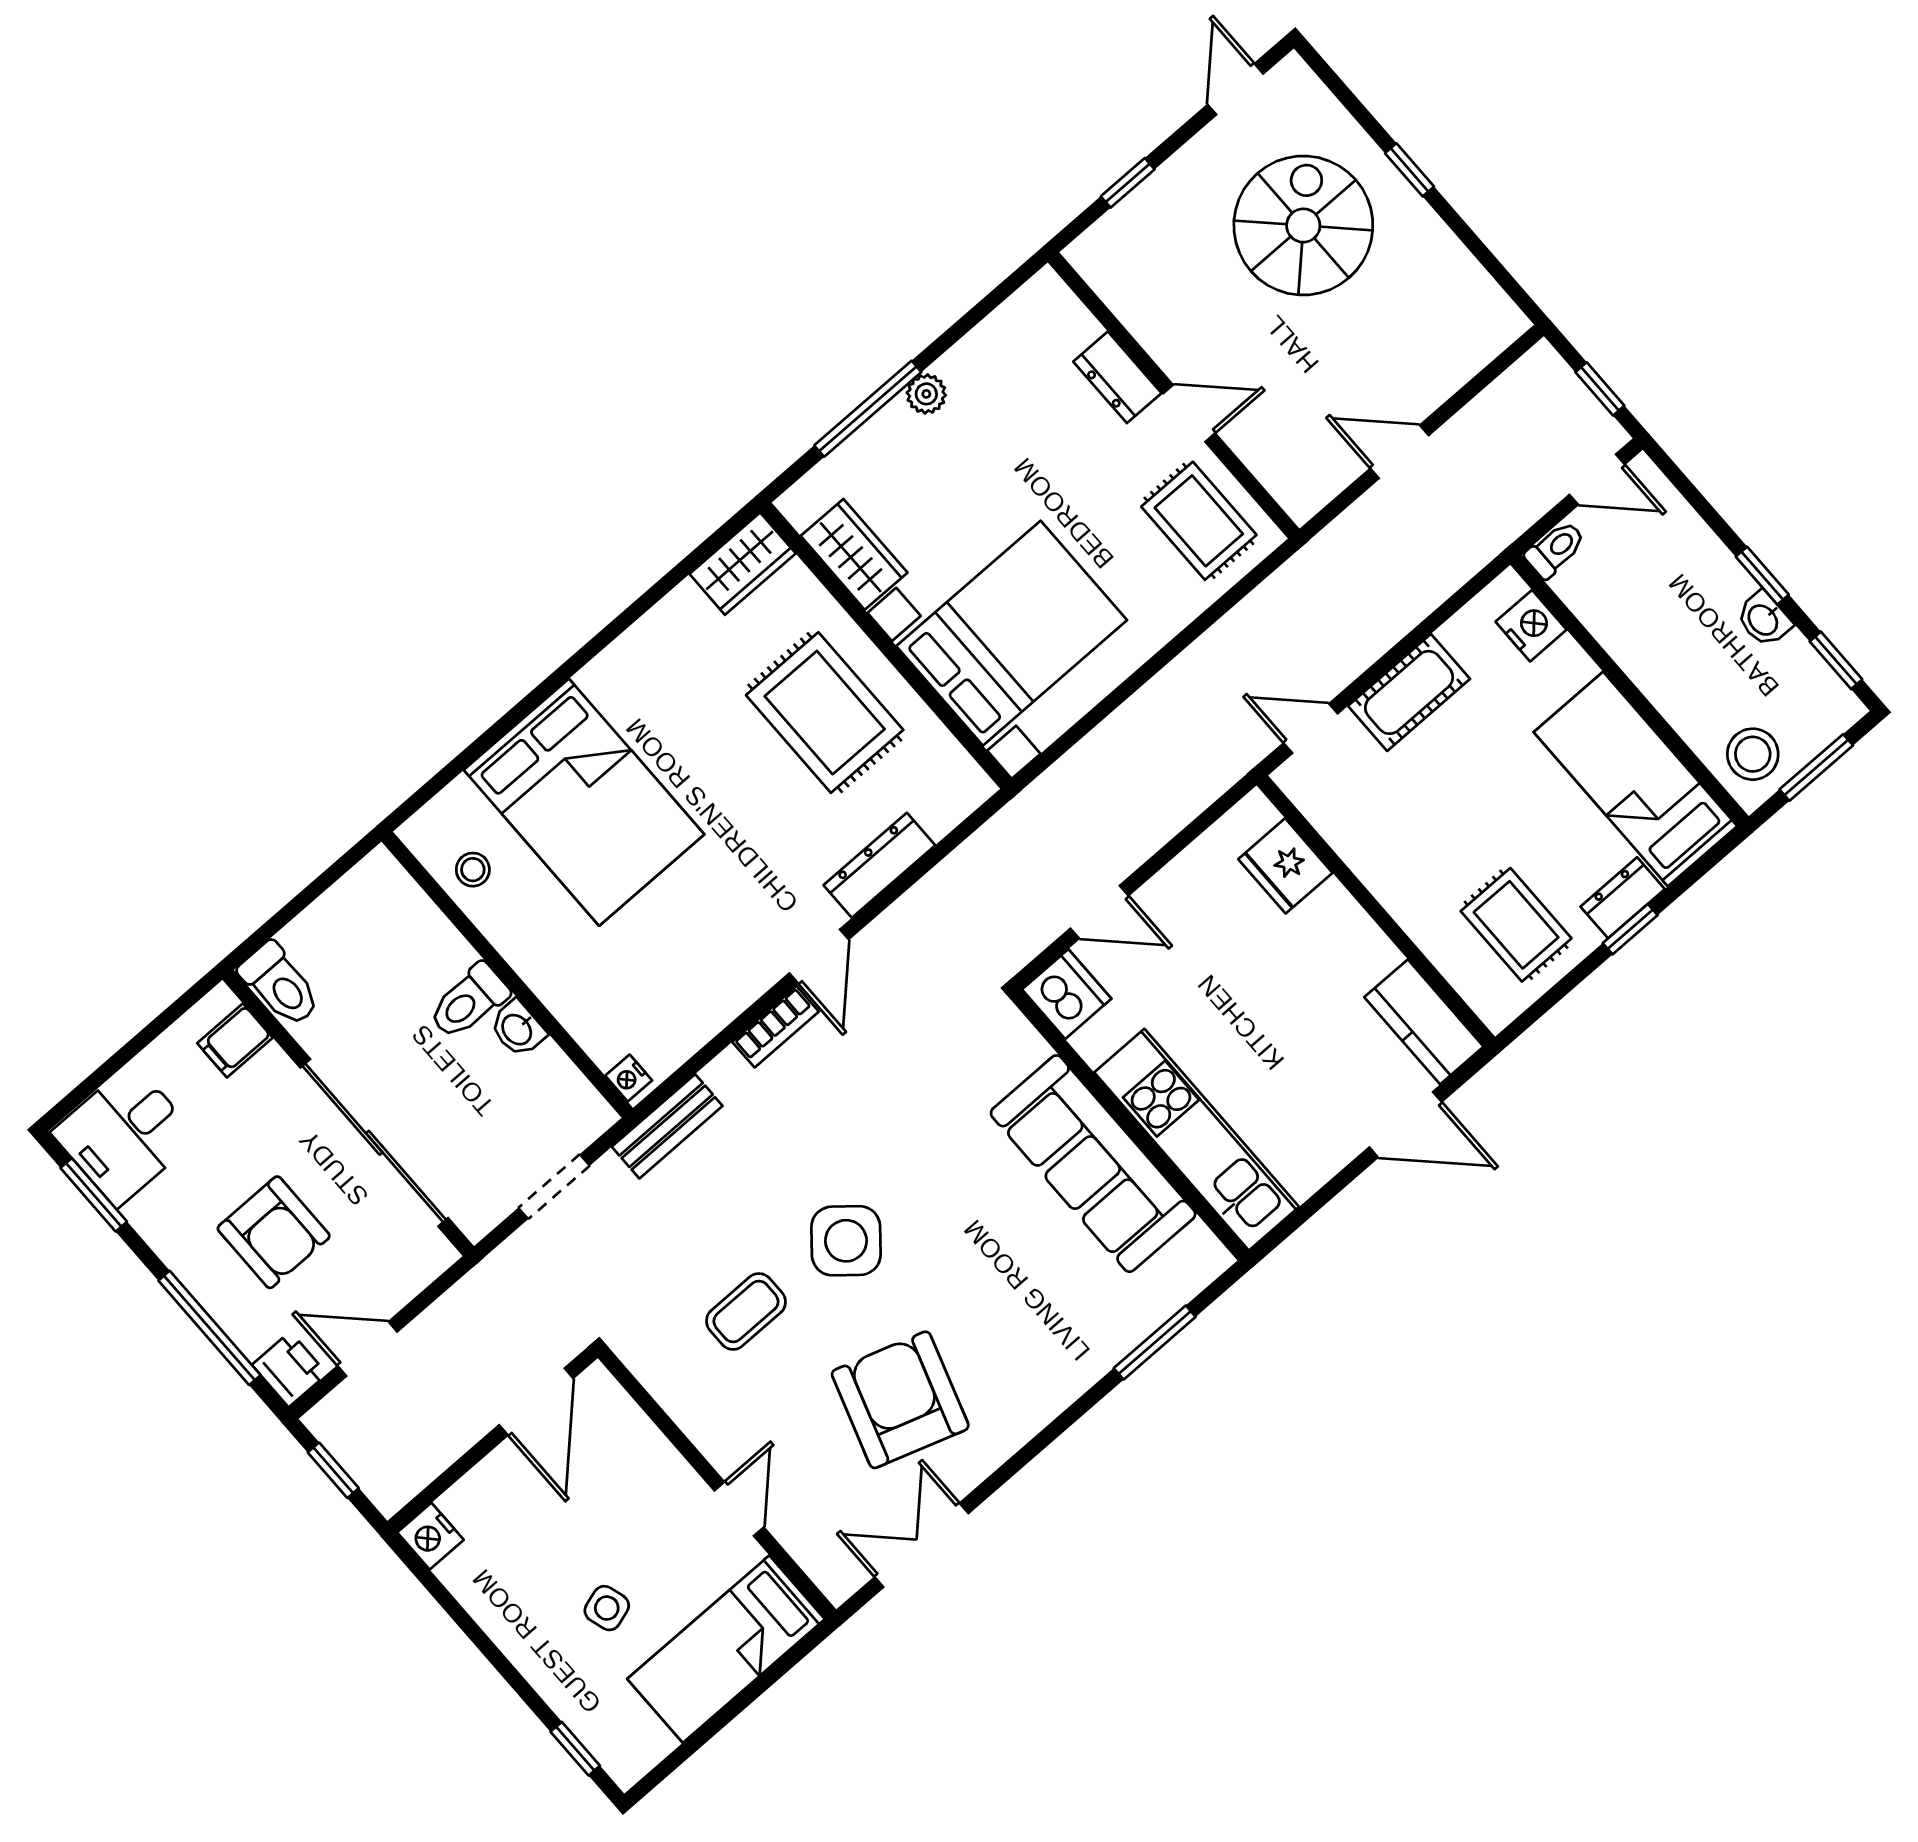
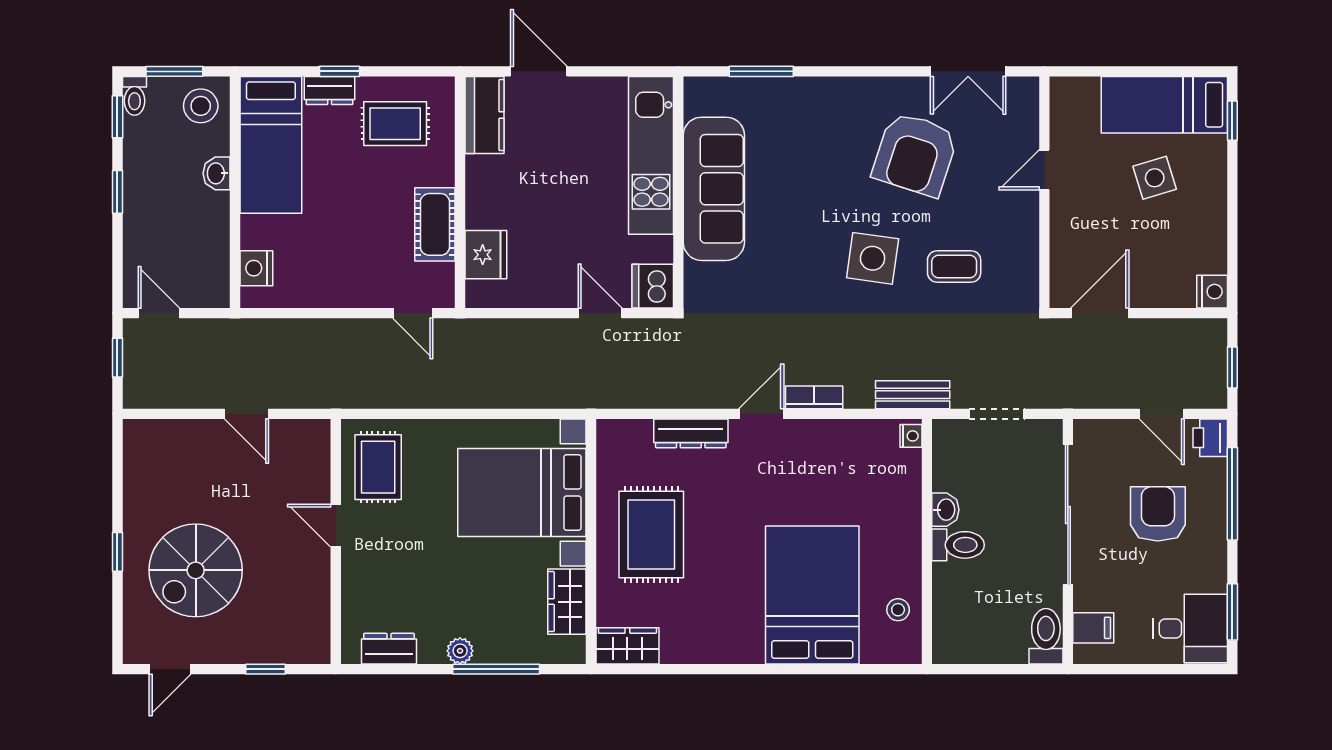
dresser: (1117, 377) -> (389, 649), moved, turned -90
toilet: (1555, 549) -> (134, 96), moved, turned -90
washbasin: (1764, 619) -> (217, 173), moved, turned 180
cot: (1409, 692) -> (435, 224), moved, turned 90
rug: (1516, 925) -> (395, 124), turned 90
side table: (846, 1241) -> (873, 258), turned -32
side table: (607, 1608) -> (1155, 178), width x1.37, depth x1.37
bed: (726, 1649) -> (1164, 105), moved, turned 180

